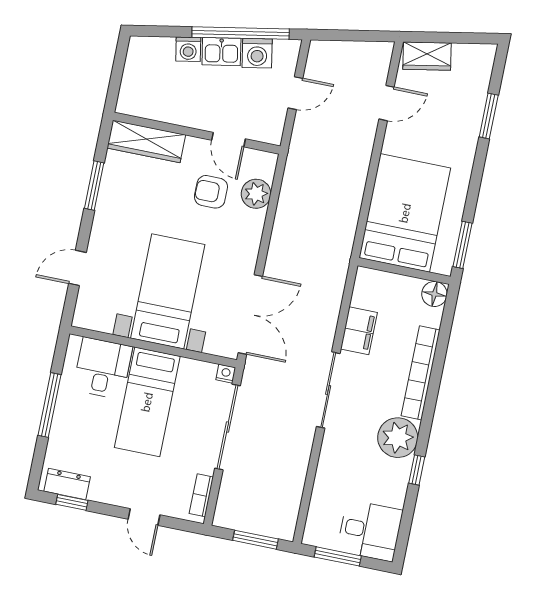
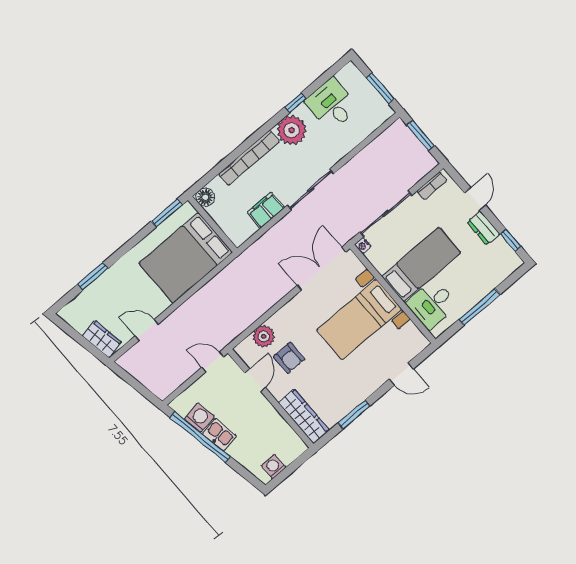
washing machine: (188, 49) -> (274, 467), moved, turned -80
door: (295, 93) -> (213, 362), moved
dresser: (67, 484) -> (483, 228), moved
desk: (370, 531) -> (332, 104), moved

